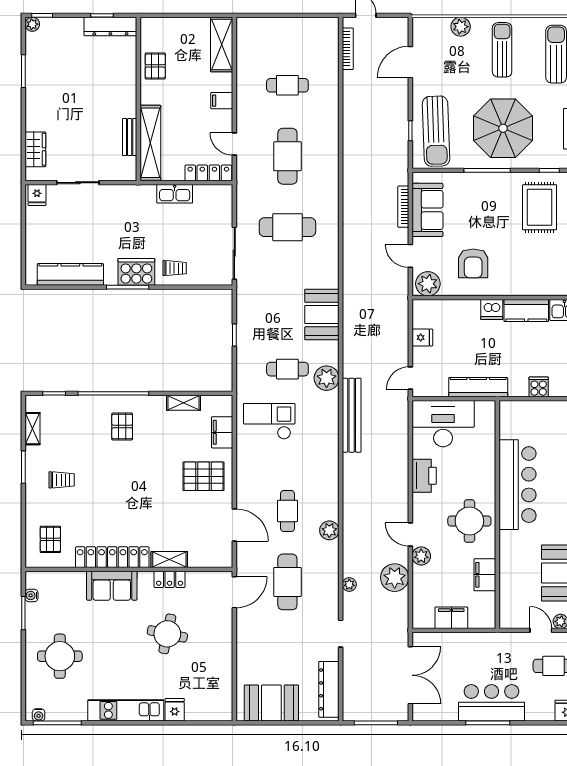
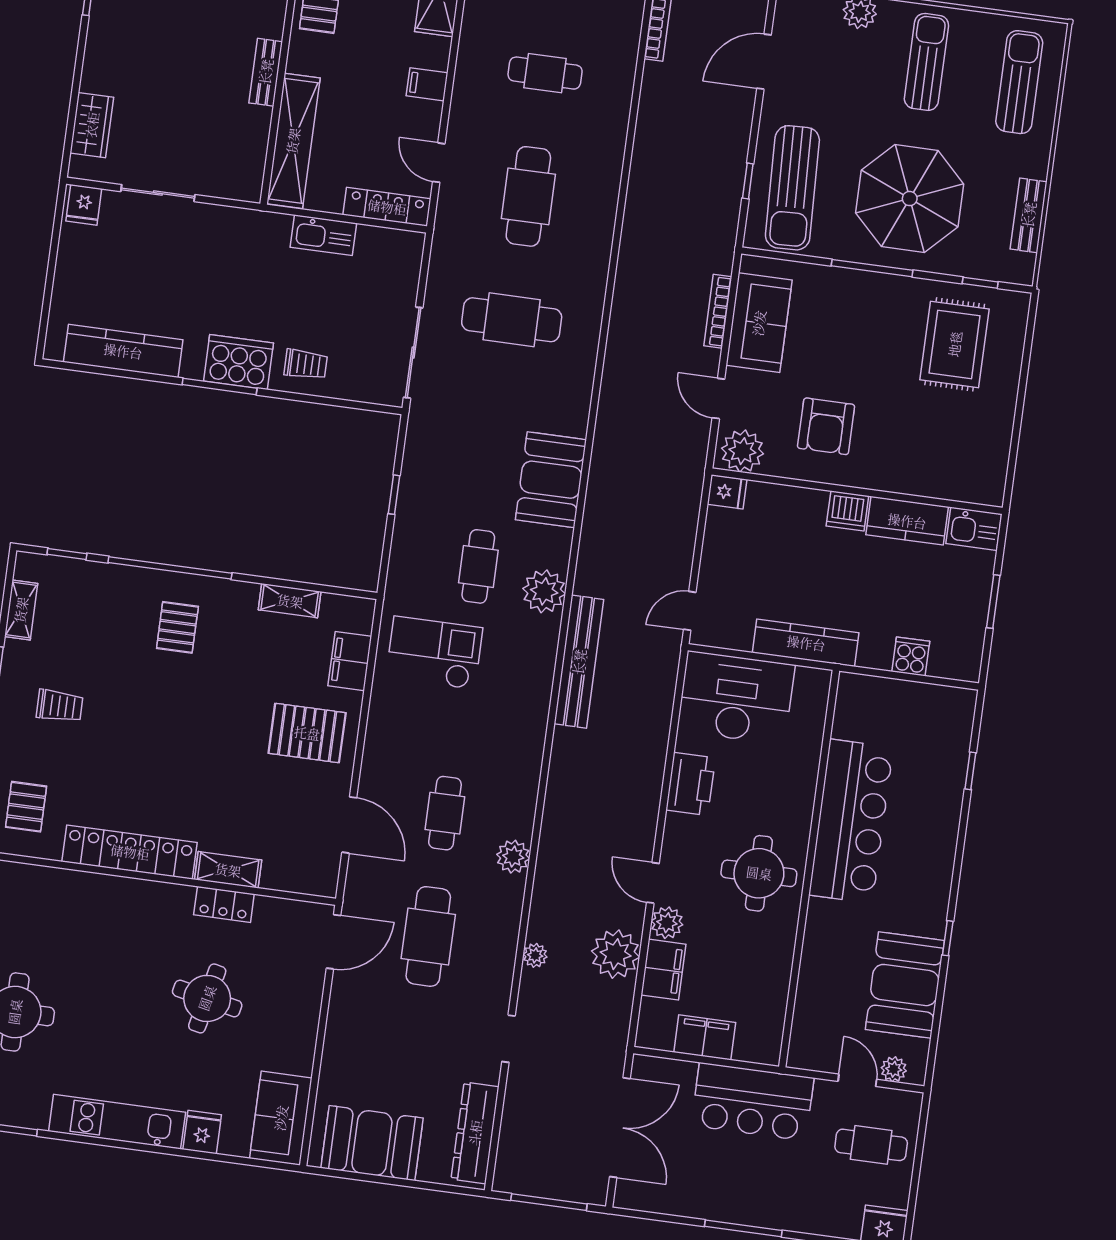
bench: (130, 137) -> (266, 72), moved
fridge: (422, 337) -> (727, 492), moved
cafe table: (287, 369) -> (478, 566), turned 90
filing cabinet: (485, 575) -> (663, 970), moved, turned 180
sofa: (112, 586) -> (281, 1118), moved, turned 90
bar counter: (492, 703) -> (753, 1102), moved, turned 180

